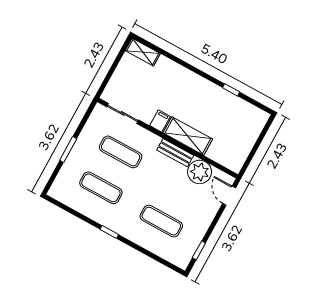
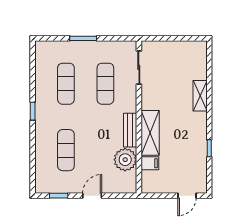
shelving: (143, 52) -> (200, 96), moved
filing cabinet: (160, 121) -> (150, 163), moved
door: (263, 134) -> (187, 196), added
door: (229, 196) -> (92, 196), moved

